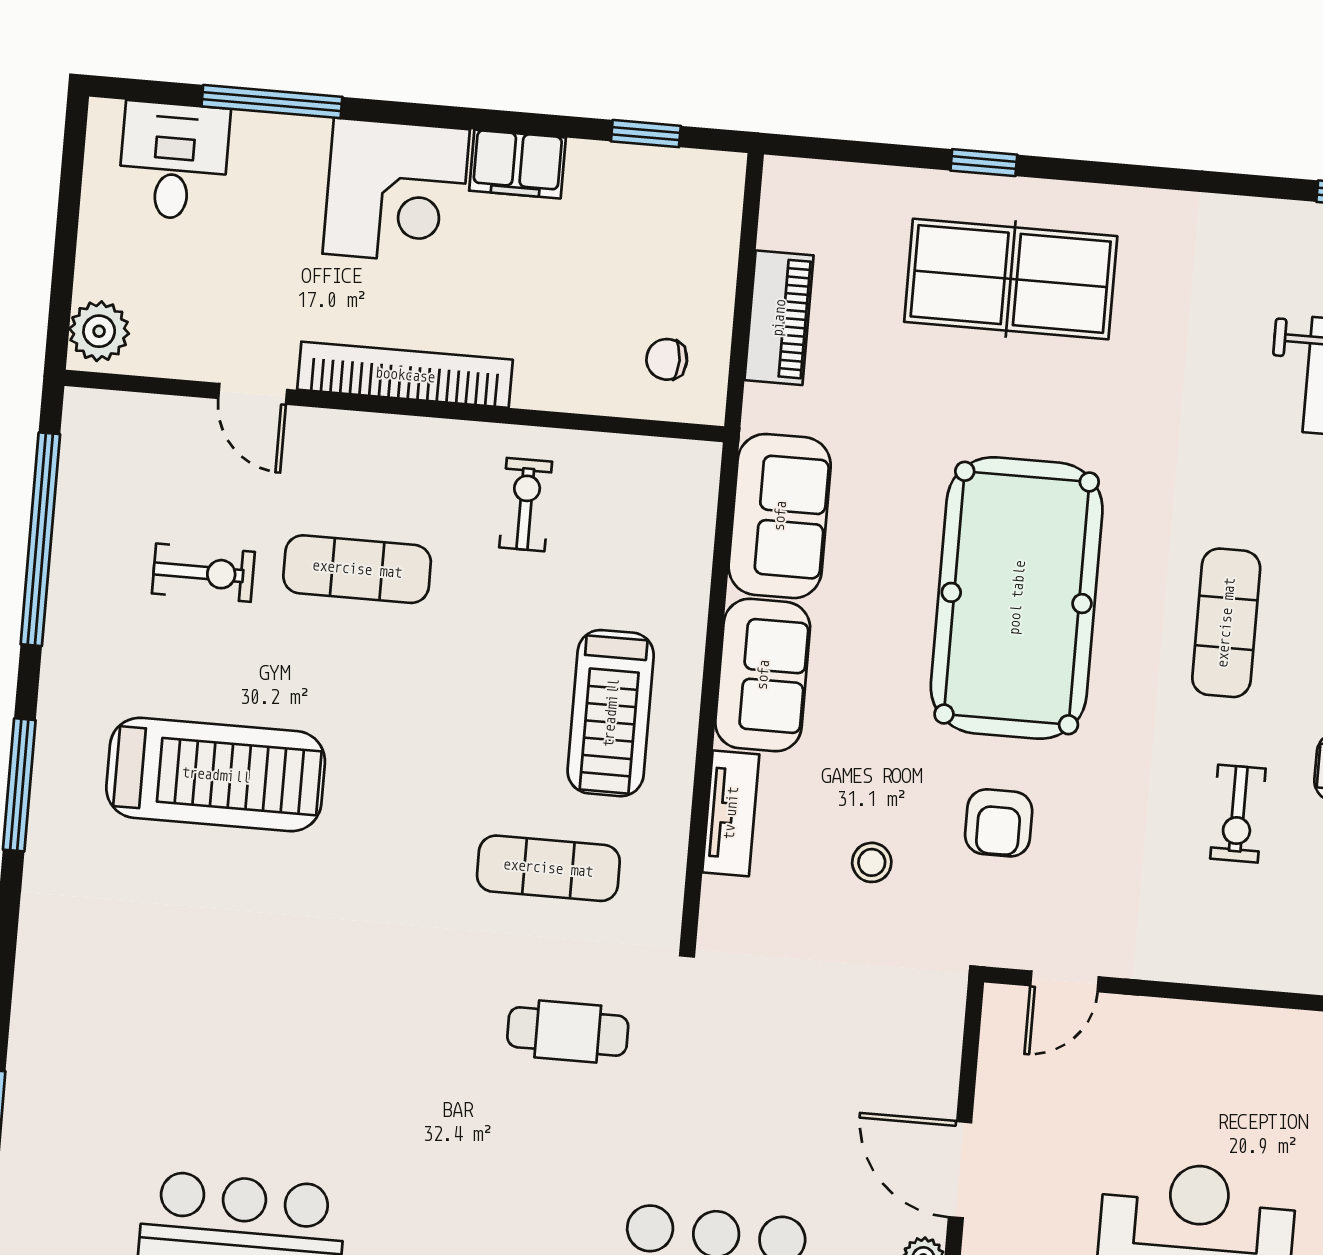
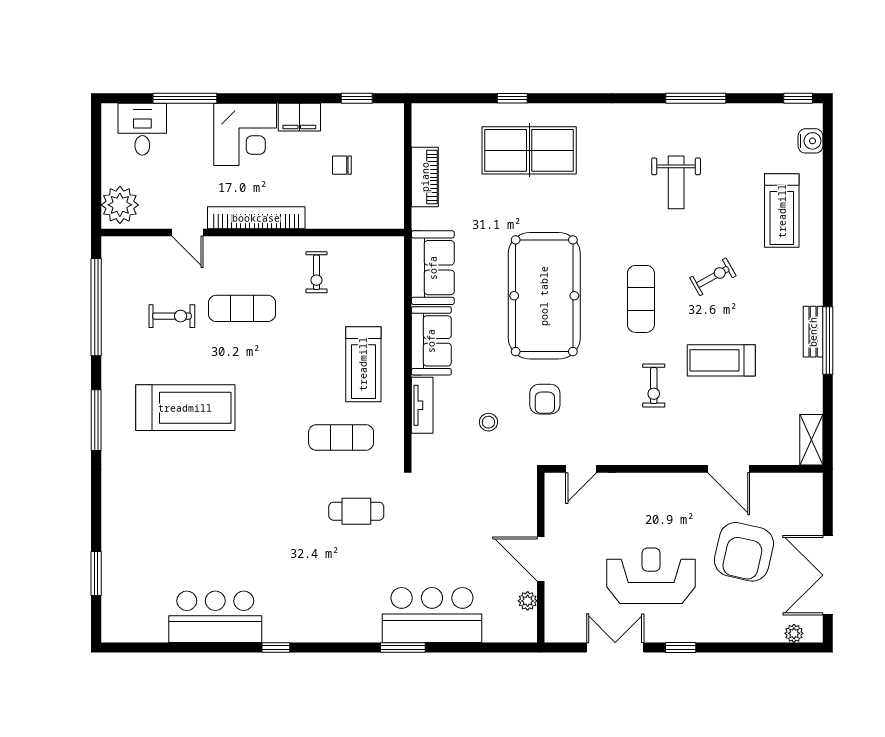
plant: (99, 331) -> (120, 205), width x1.36, depth x1.36
chair: (667, 359) -> (342, 165), moved
exercise bike: (526, 505) -> (316, 272), turned 180

